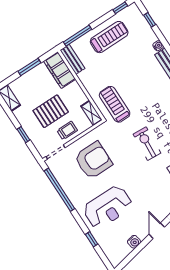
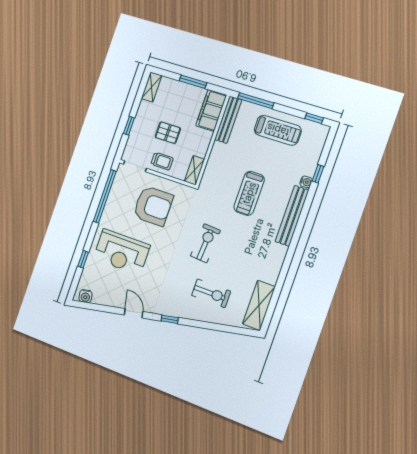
window: (150, 20) -> (318, 174), moved
bench: (72, 59) -> (228, 120), width x1.36
treadmill: (115, 104) -> (249, 193), moved, turned 180
pallet: (51, 111) -> (168, 133), width x0.67, depth x0.71
door: (157, 231) -> (134, 313), hinge flipped
water cooler: (134, 242) -> (85, 296), moved

